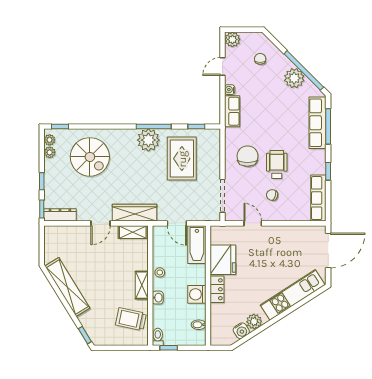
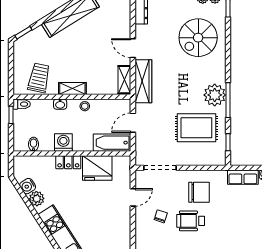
wheelchair: (277, 165) -> (191, 221), turned 180

